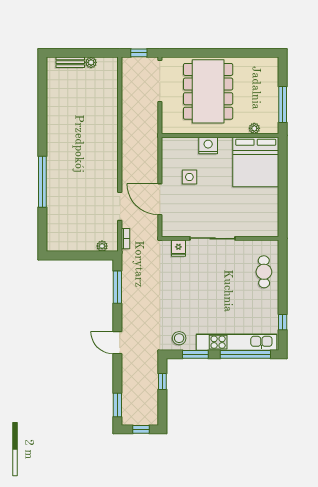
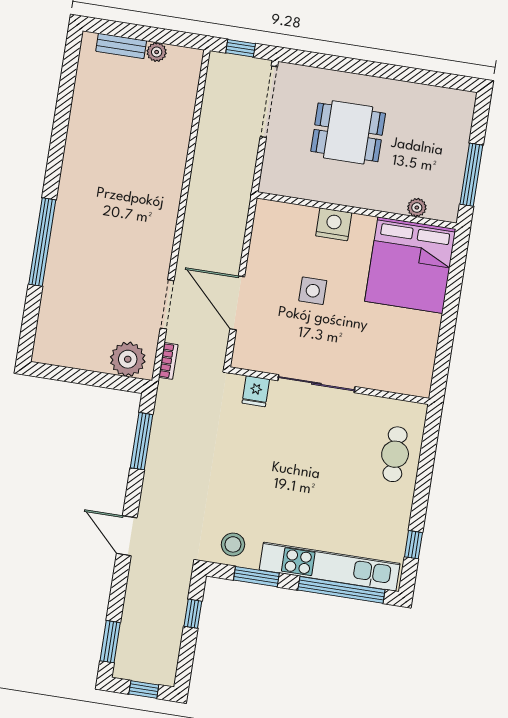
dining table: (208, 91) -> (348, 132), width x0.53, depth x0.80
side table: (189, 177) -> (313, 291), moved
plant: (102, 246) -> (128, 359), width x1.88, depth x1.88

